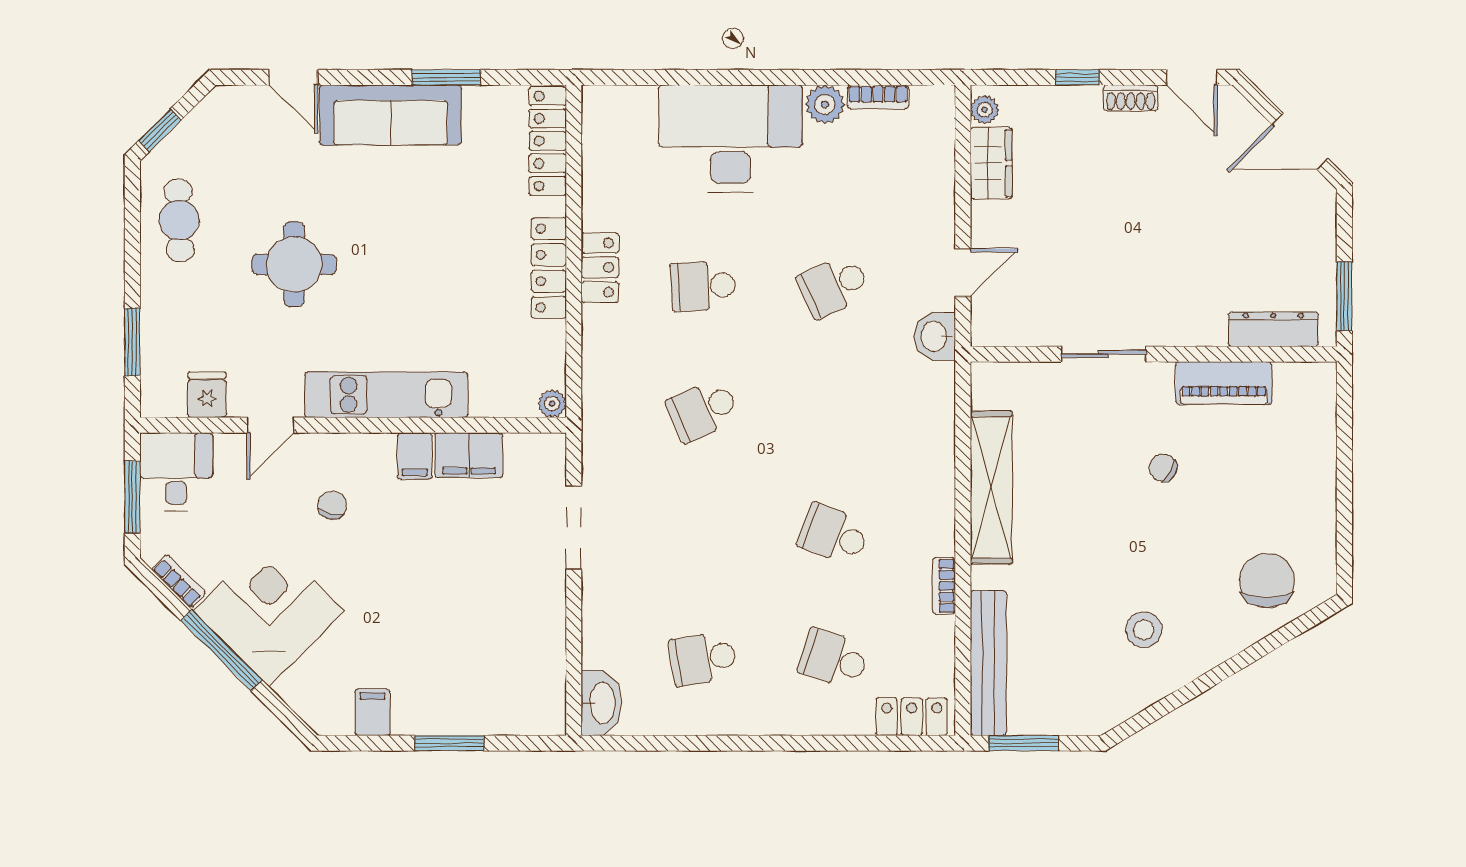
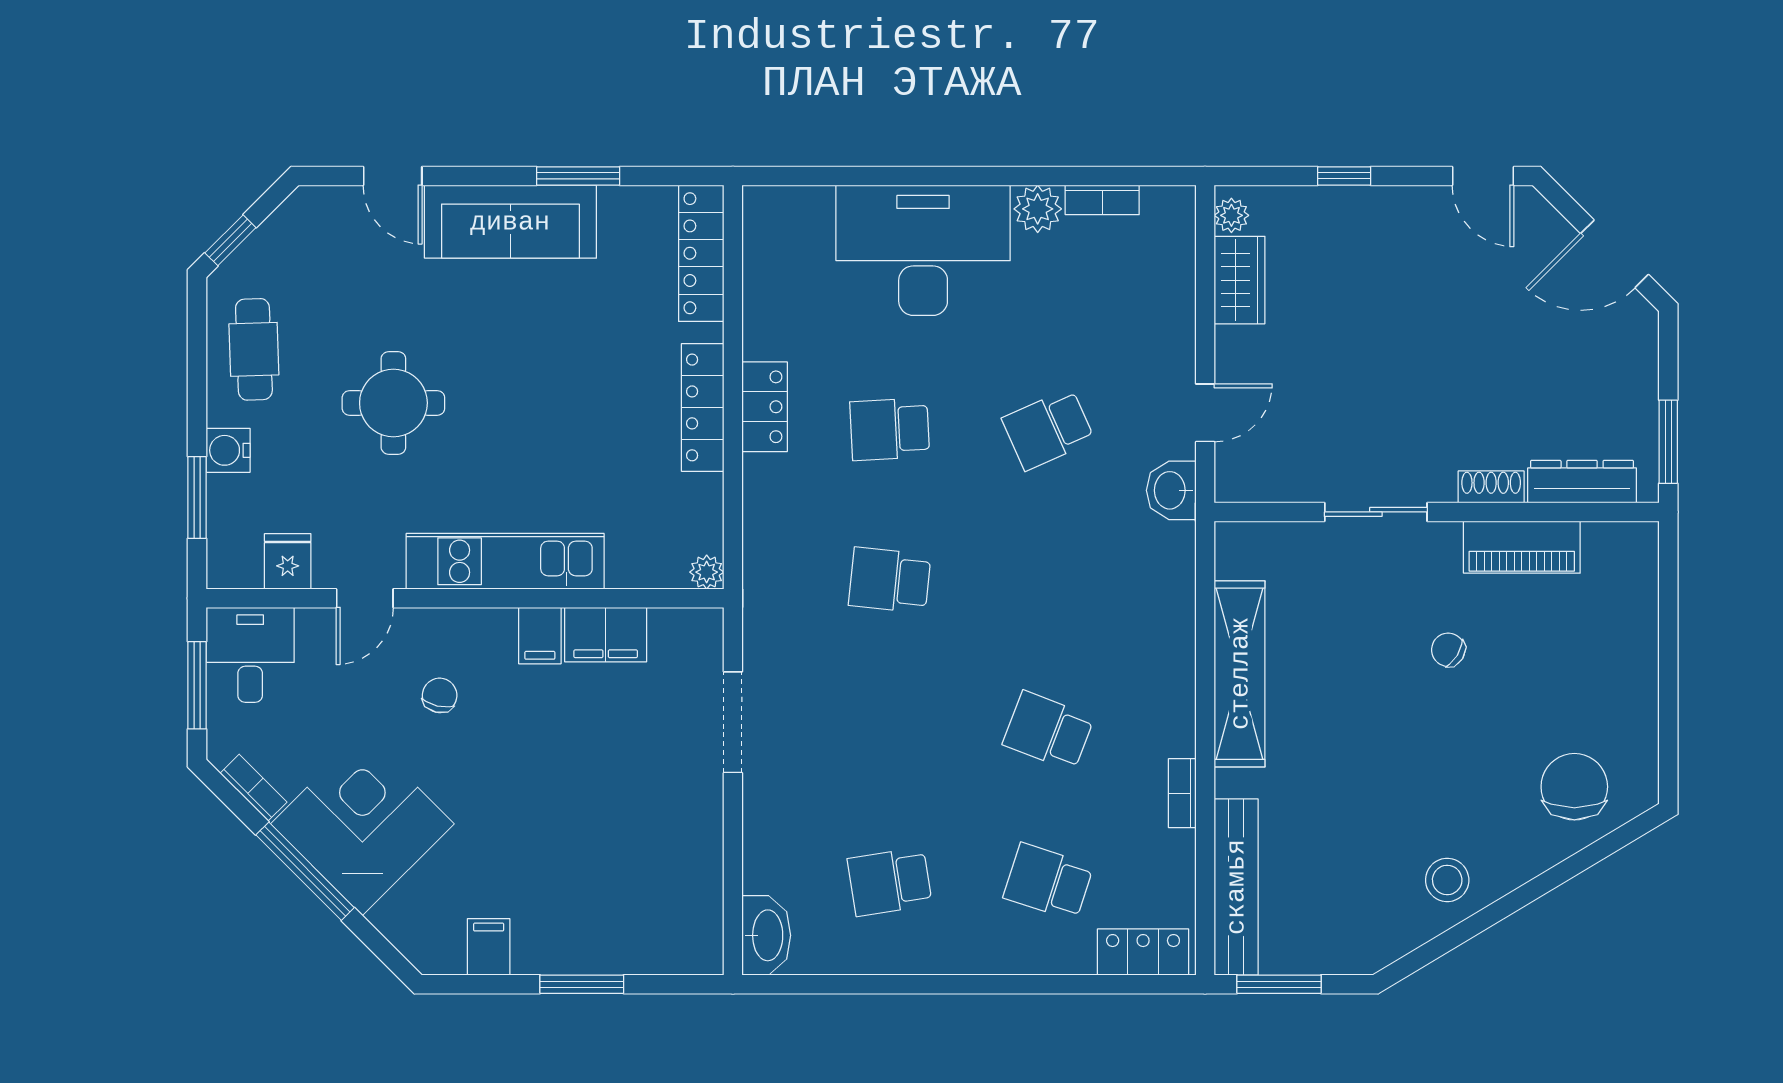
shoe rack: (1131, 98) -> (1491, 487), moved, turned 180
water cooler: (158, 303) -> (228, 450), added
school desk: (703, 410) -> (890, 580), turned 30
stool: (1144, 630) -> (1447, 880), moved

